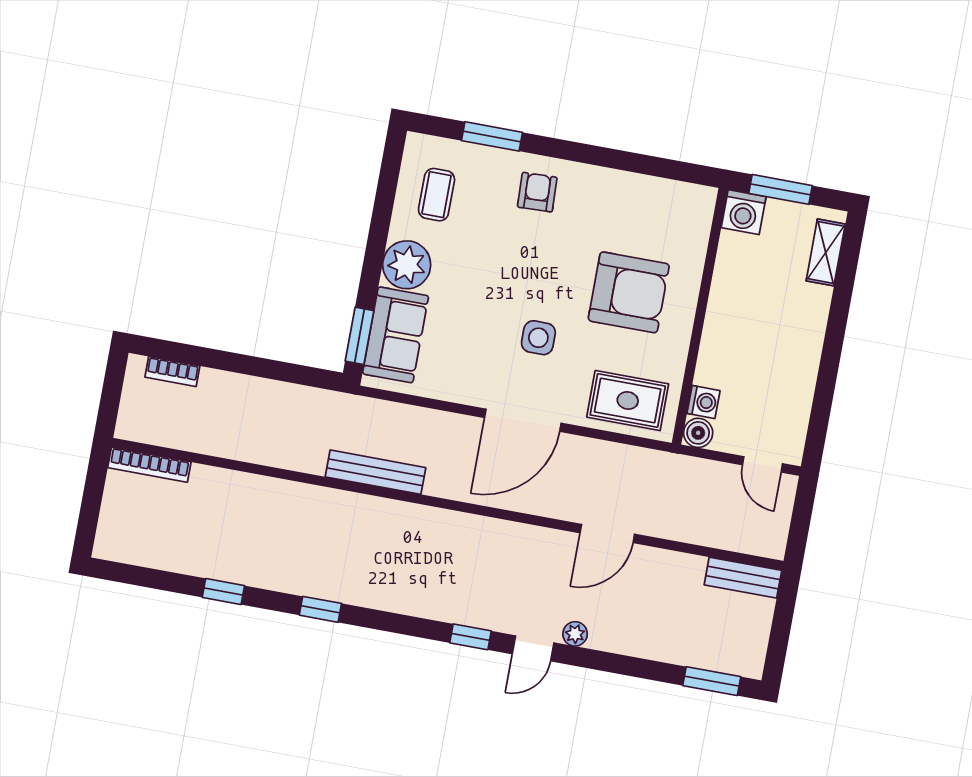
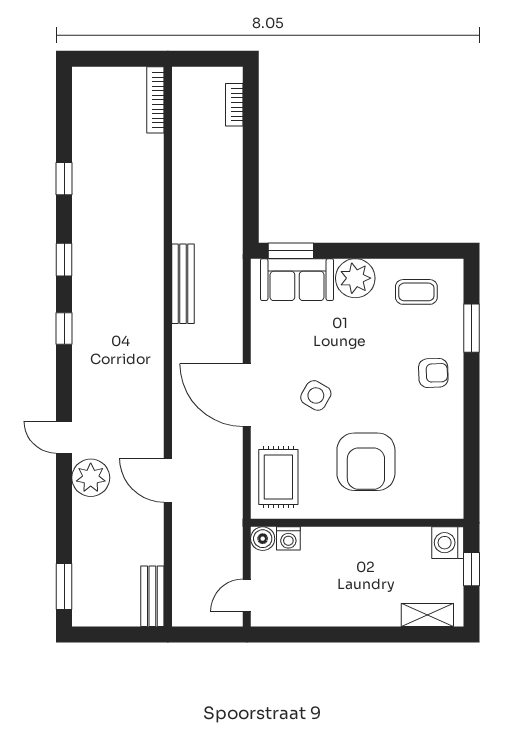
window: (781, 189) -> (472, 569), width x0.67
side table: (538, 338) -> (316, 395), turned 30
plant: (575, 634) -> (91, 478), width x1.87, depth x1.87
window: (471, 637) -> (64, 328), moved

